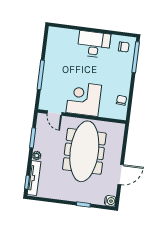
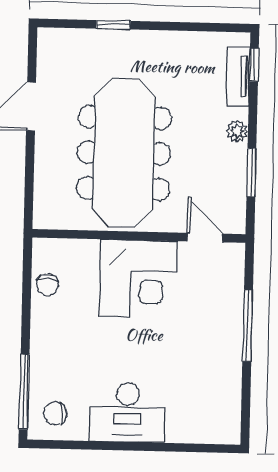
tv unit: (34, 178) -> (238, 76), width x0.71
water cooler: (110, 201) -> (50, 40), removed

